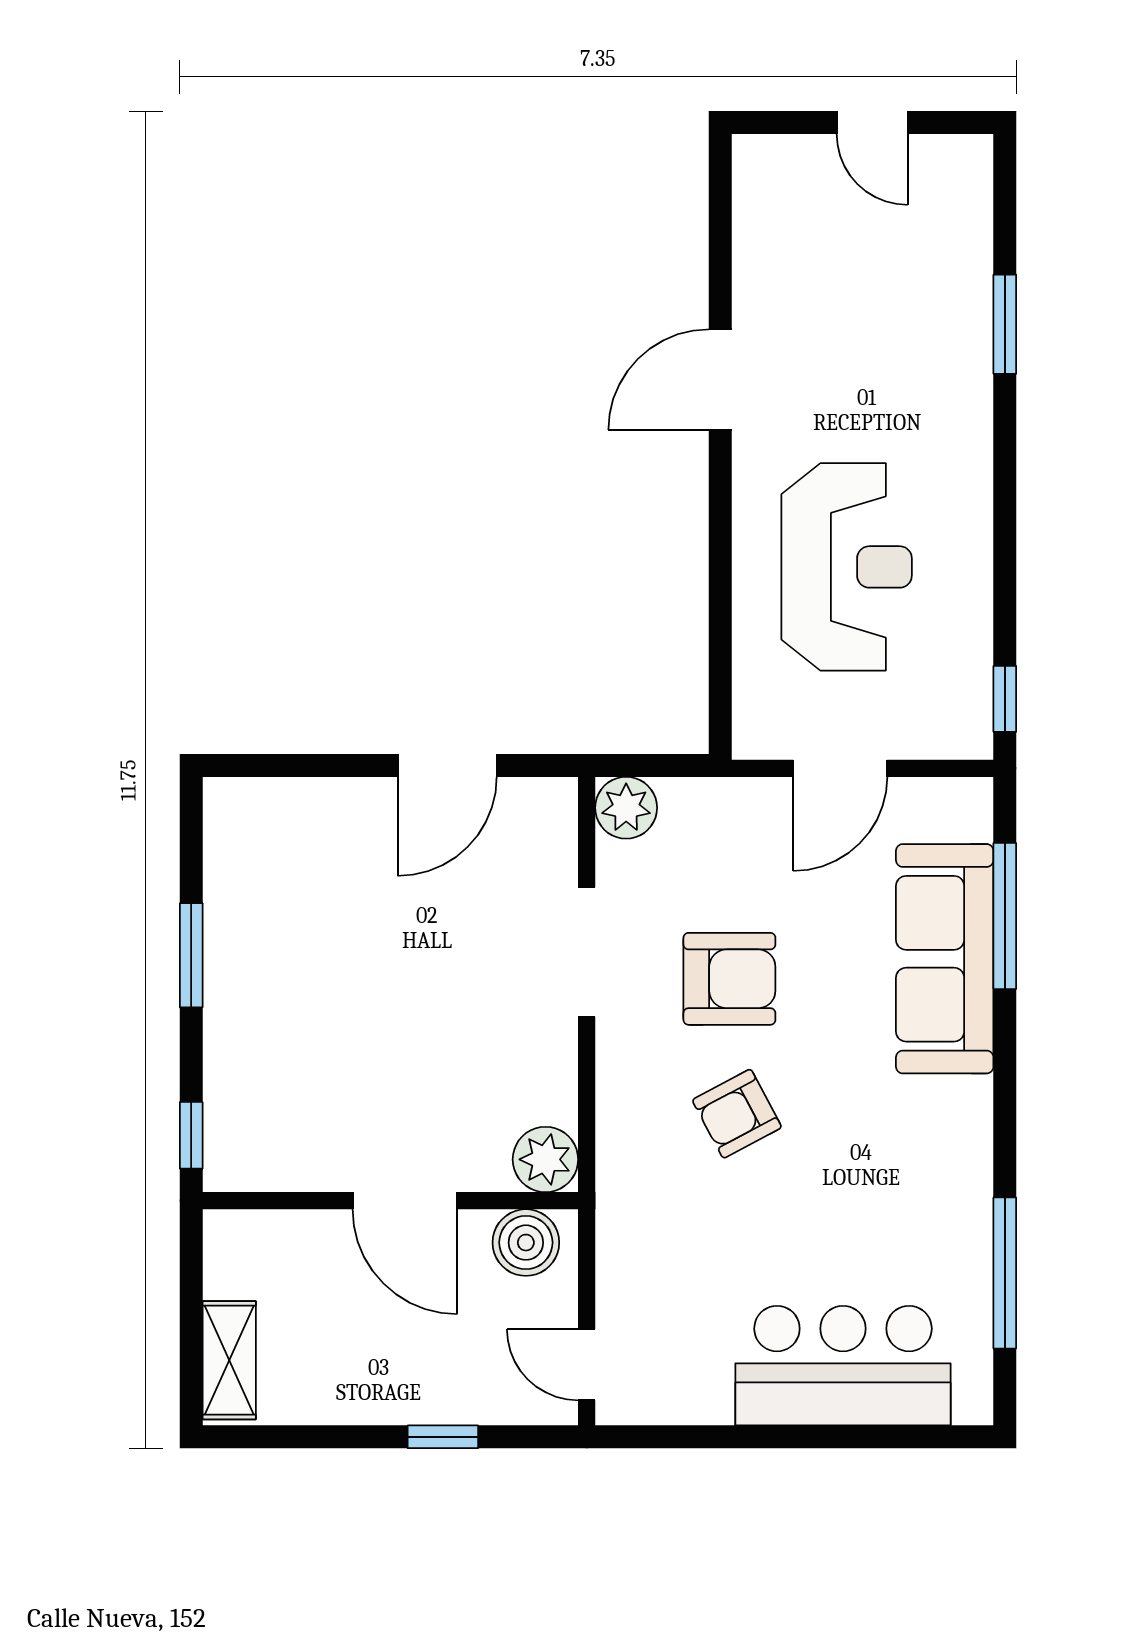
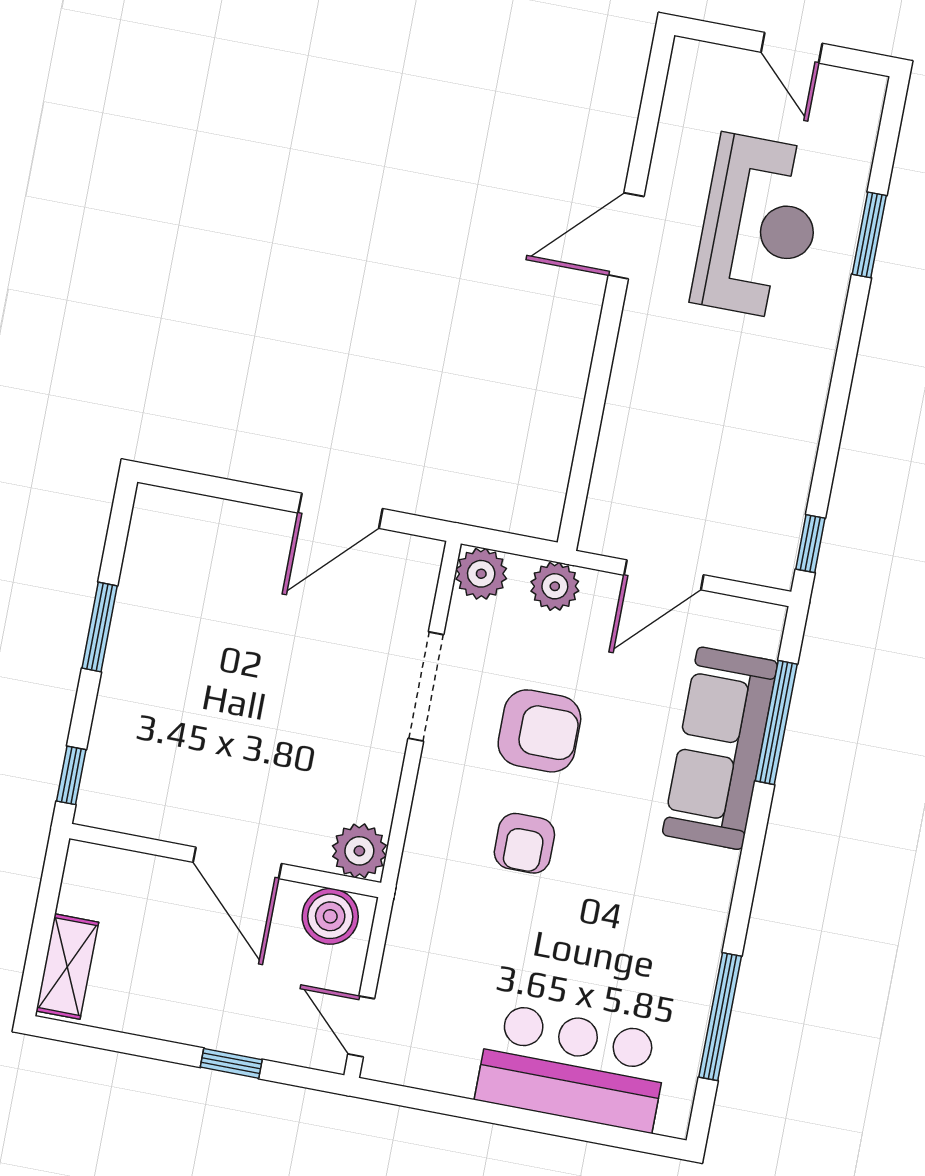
reception desk: (847, 567) -> (759, 227), moved
plant: (715, 806) -> (555, 586), added
armchair: (737, 1114) -> (524, 843), turned -62

